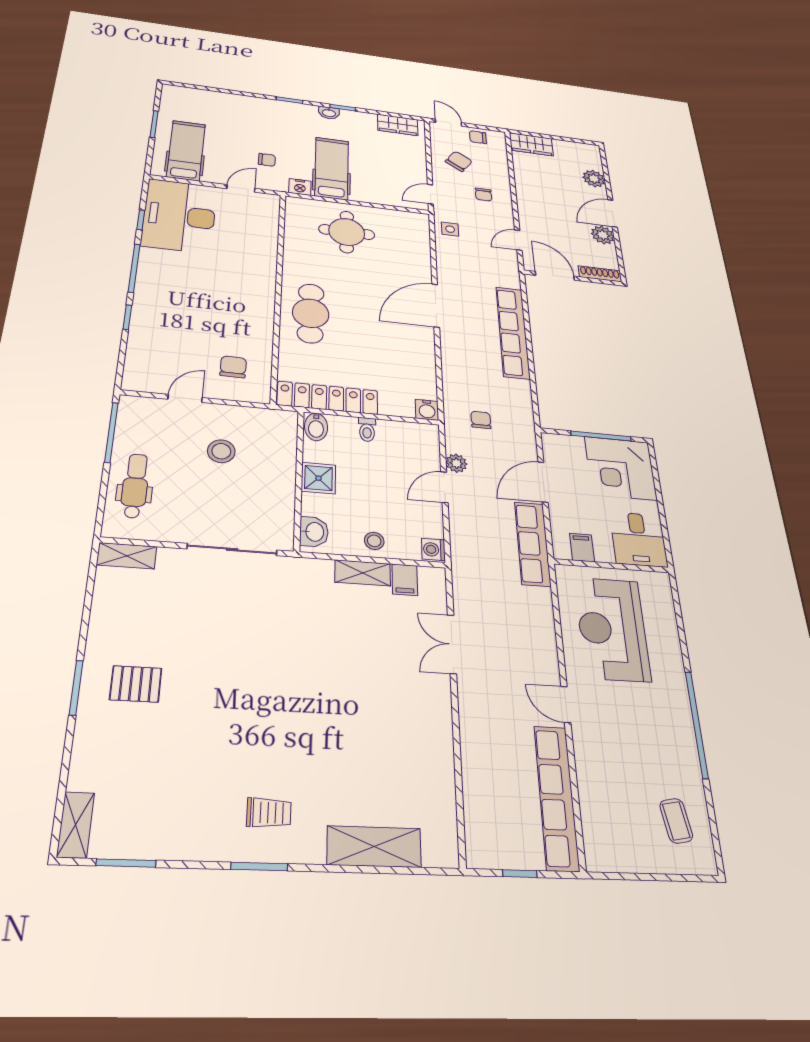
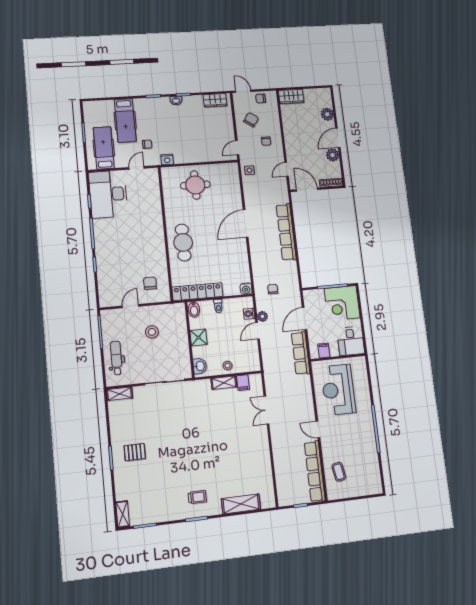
hospital bed: (332, 168) -> (125, 120), moved, turned 180
washing machine: (433, 550) -> (249, 314), moved
coffee table: (676, 821) -> (339, 472), moved

